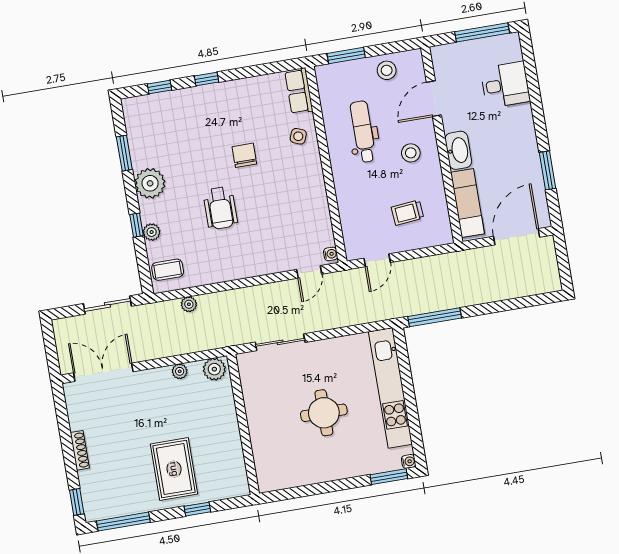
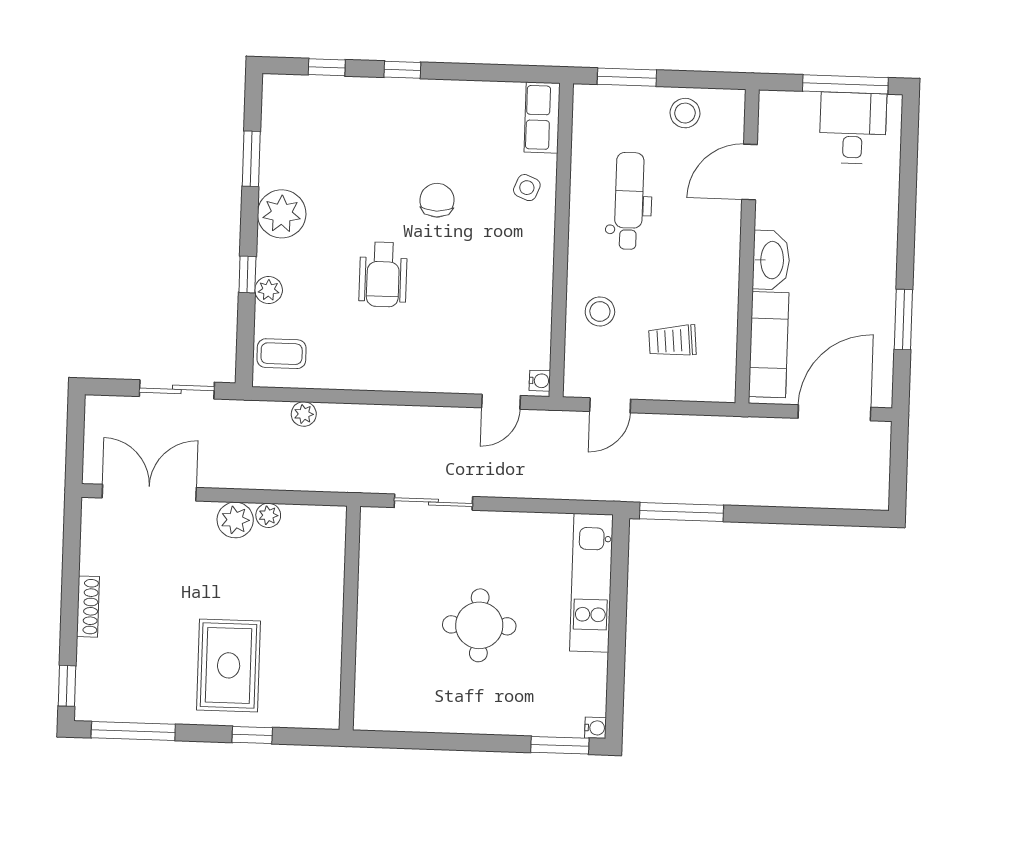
desk: (505, 85) -> (853, 128), moved, turned -90
stool: (411, 153) -> (600, 311), moved
plant: (214, 369) -> (235, 520), moved
kitchen unit: (390, 388) -> (591, 583), width x0.73

